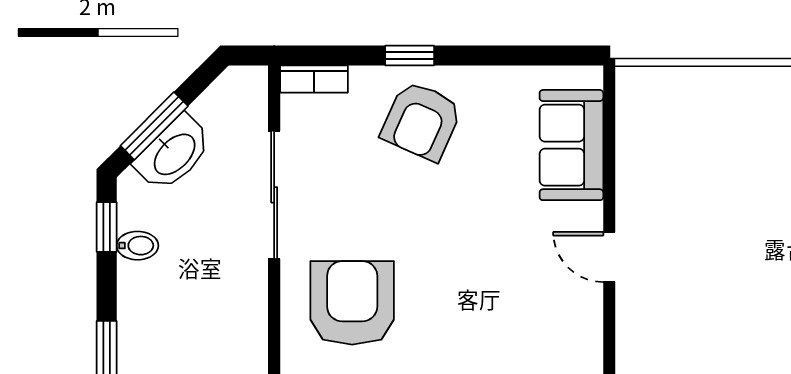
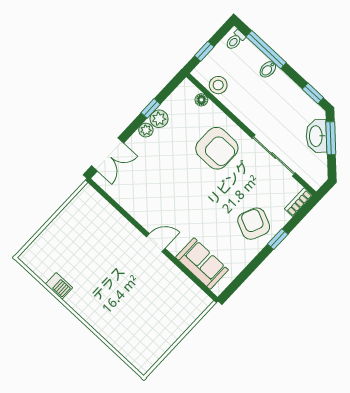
bidet: (137, 246) -> (268, 69), moved

